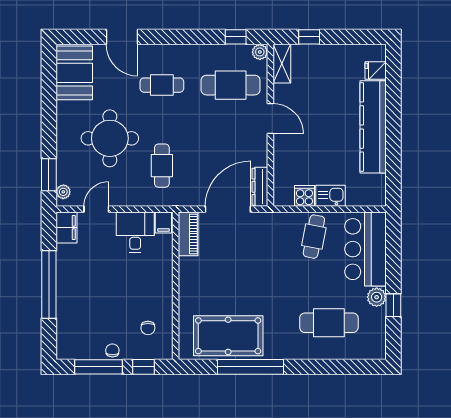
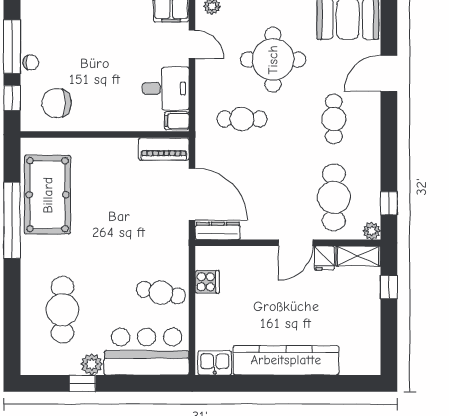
fridge: (376, 70) -> (324, 258), moved, turned 180
kitchen sink: (331, 196) -> (215, 363), moved, turned -90
chair: (148, 328) -> (57, 103), width x1.87, depth x1.87

